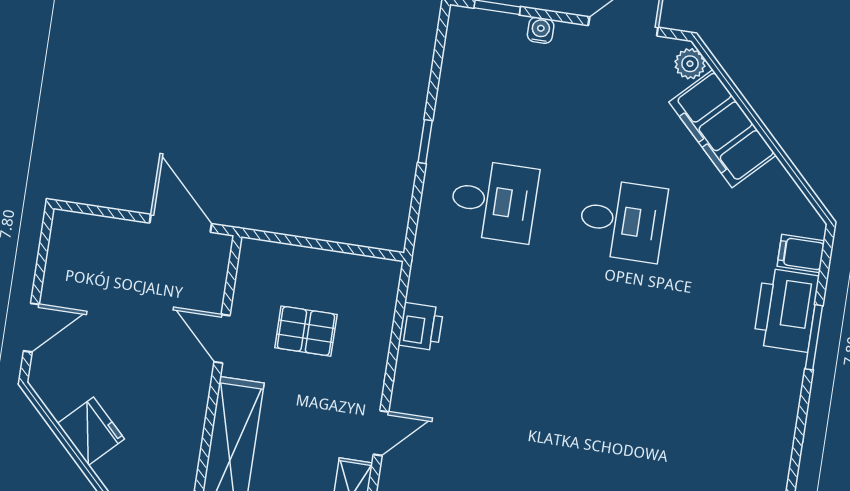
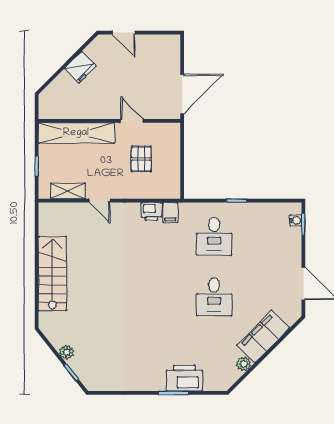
water cooler: (541, 30) -> (296, 220), moved
plant: (690, 64) -> (244, 364), moved
door: (181, 223) -> (182, 94), width x1.36
filing cabinet: (801, 254) -> (170, 212), moved, turned 180
door: (222, 339) -> (132, 121), hinge flipped

